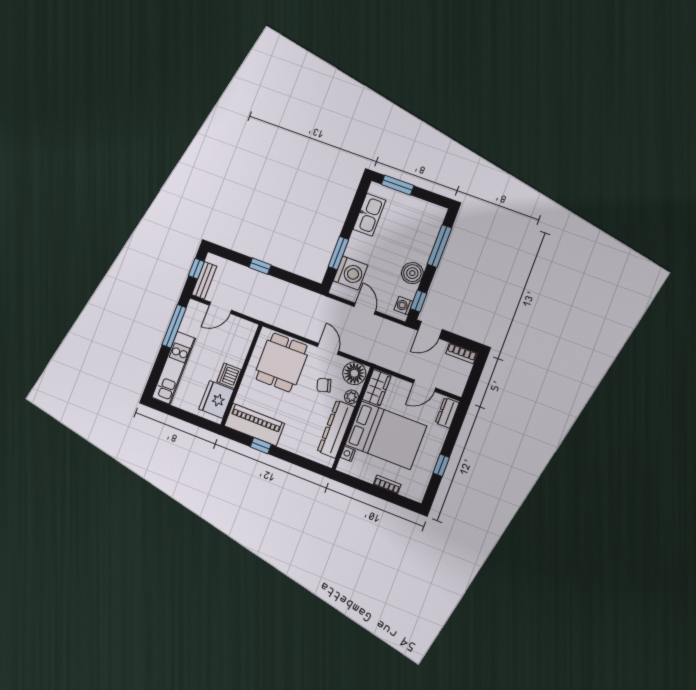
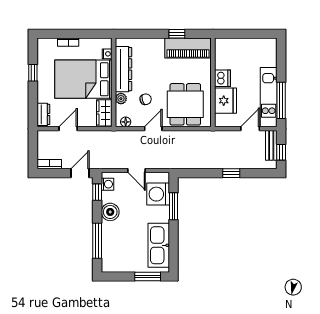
kitchen sink: (369, 215) -> (159, 245), width x1.36, depth x1.24
door: (328, 349) -> (153, 129), swing flipped
kitchen unit: (174, 368) -> (269, 97), moved
floor lamp: (354, 373) -> (126, 122), width x0.53, depth x0.53
fridge: (216, 400) -> (225, 101), moved

